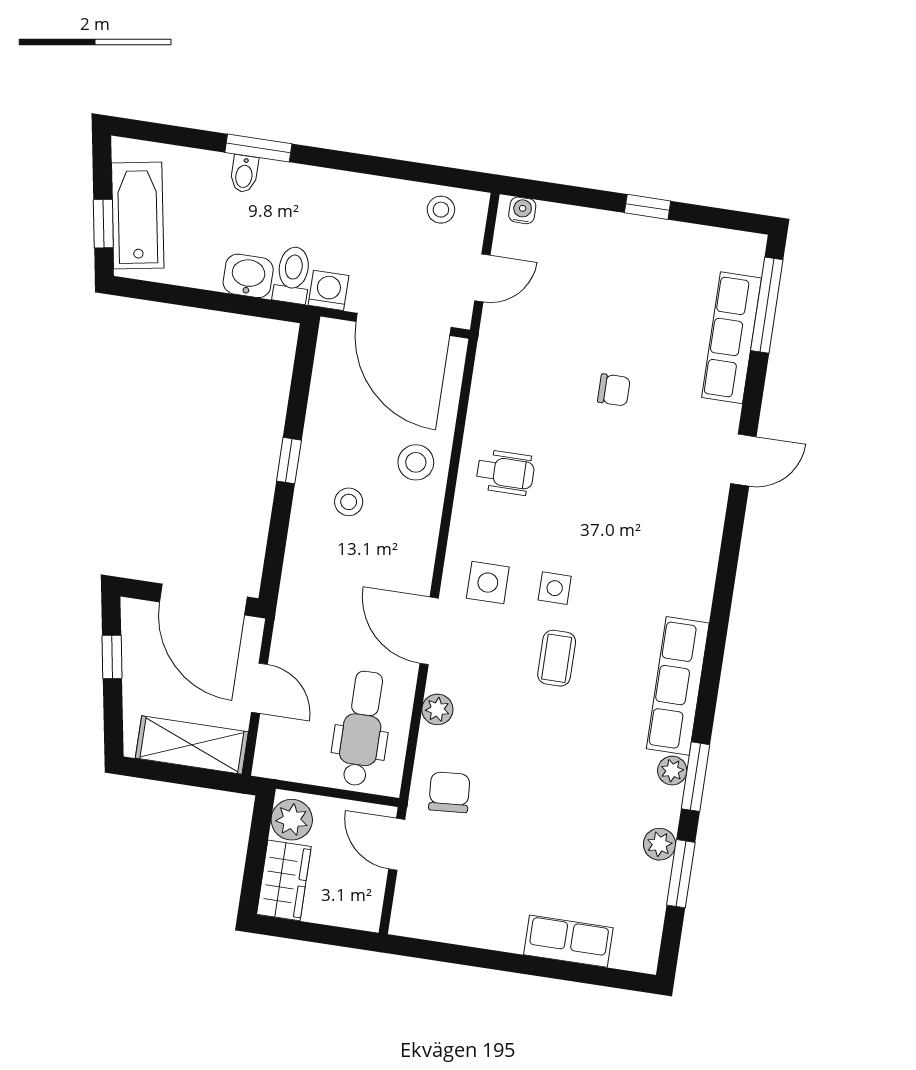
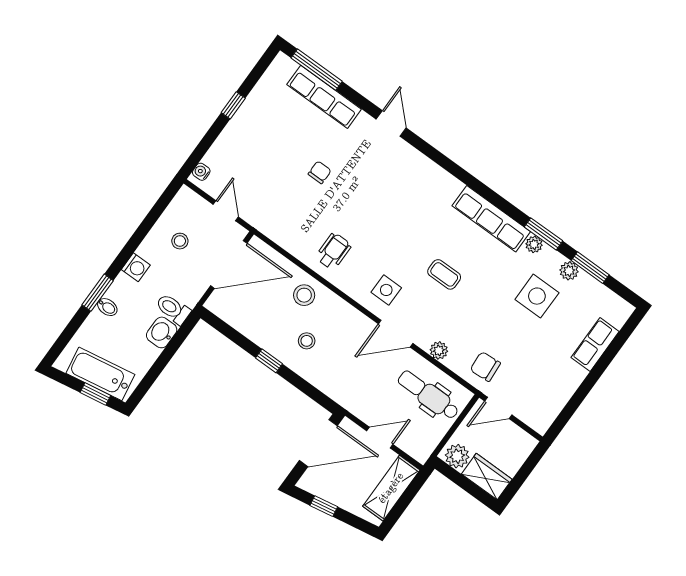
stool: (441, 210) -> (180, 241), moved
washing machine: (328, 290) -> (136, 267), moved, turned 180
side table: (555, 588) -> (537, 296), moved, width x1.87, depth x1.87

